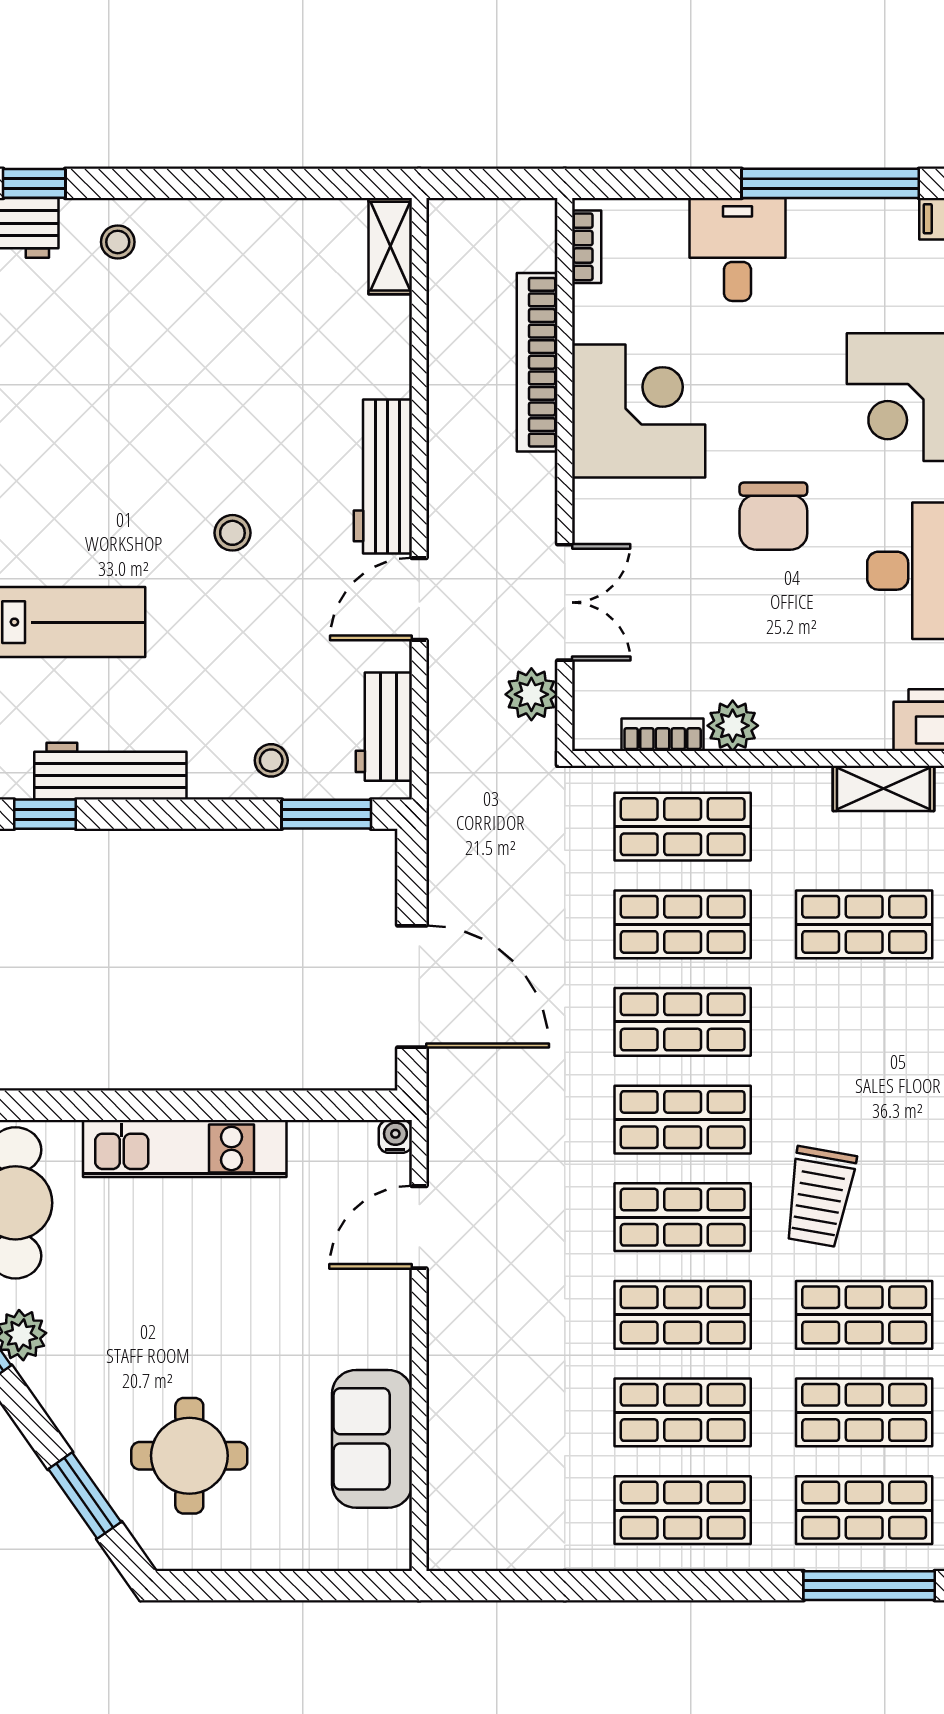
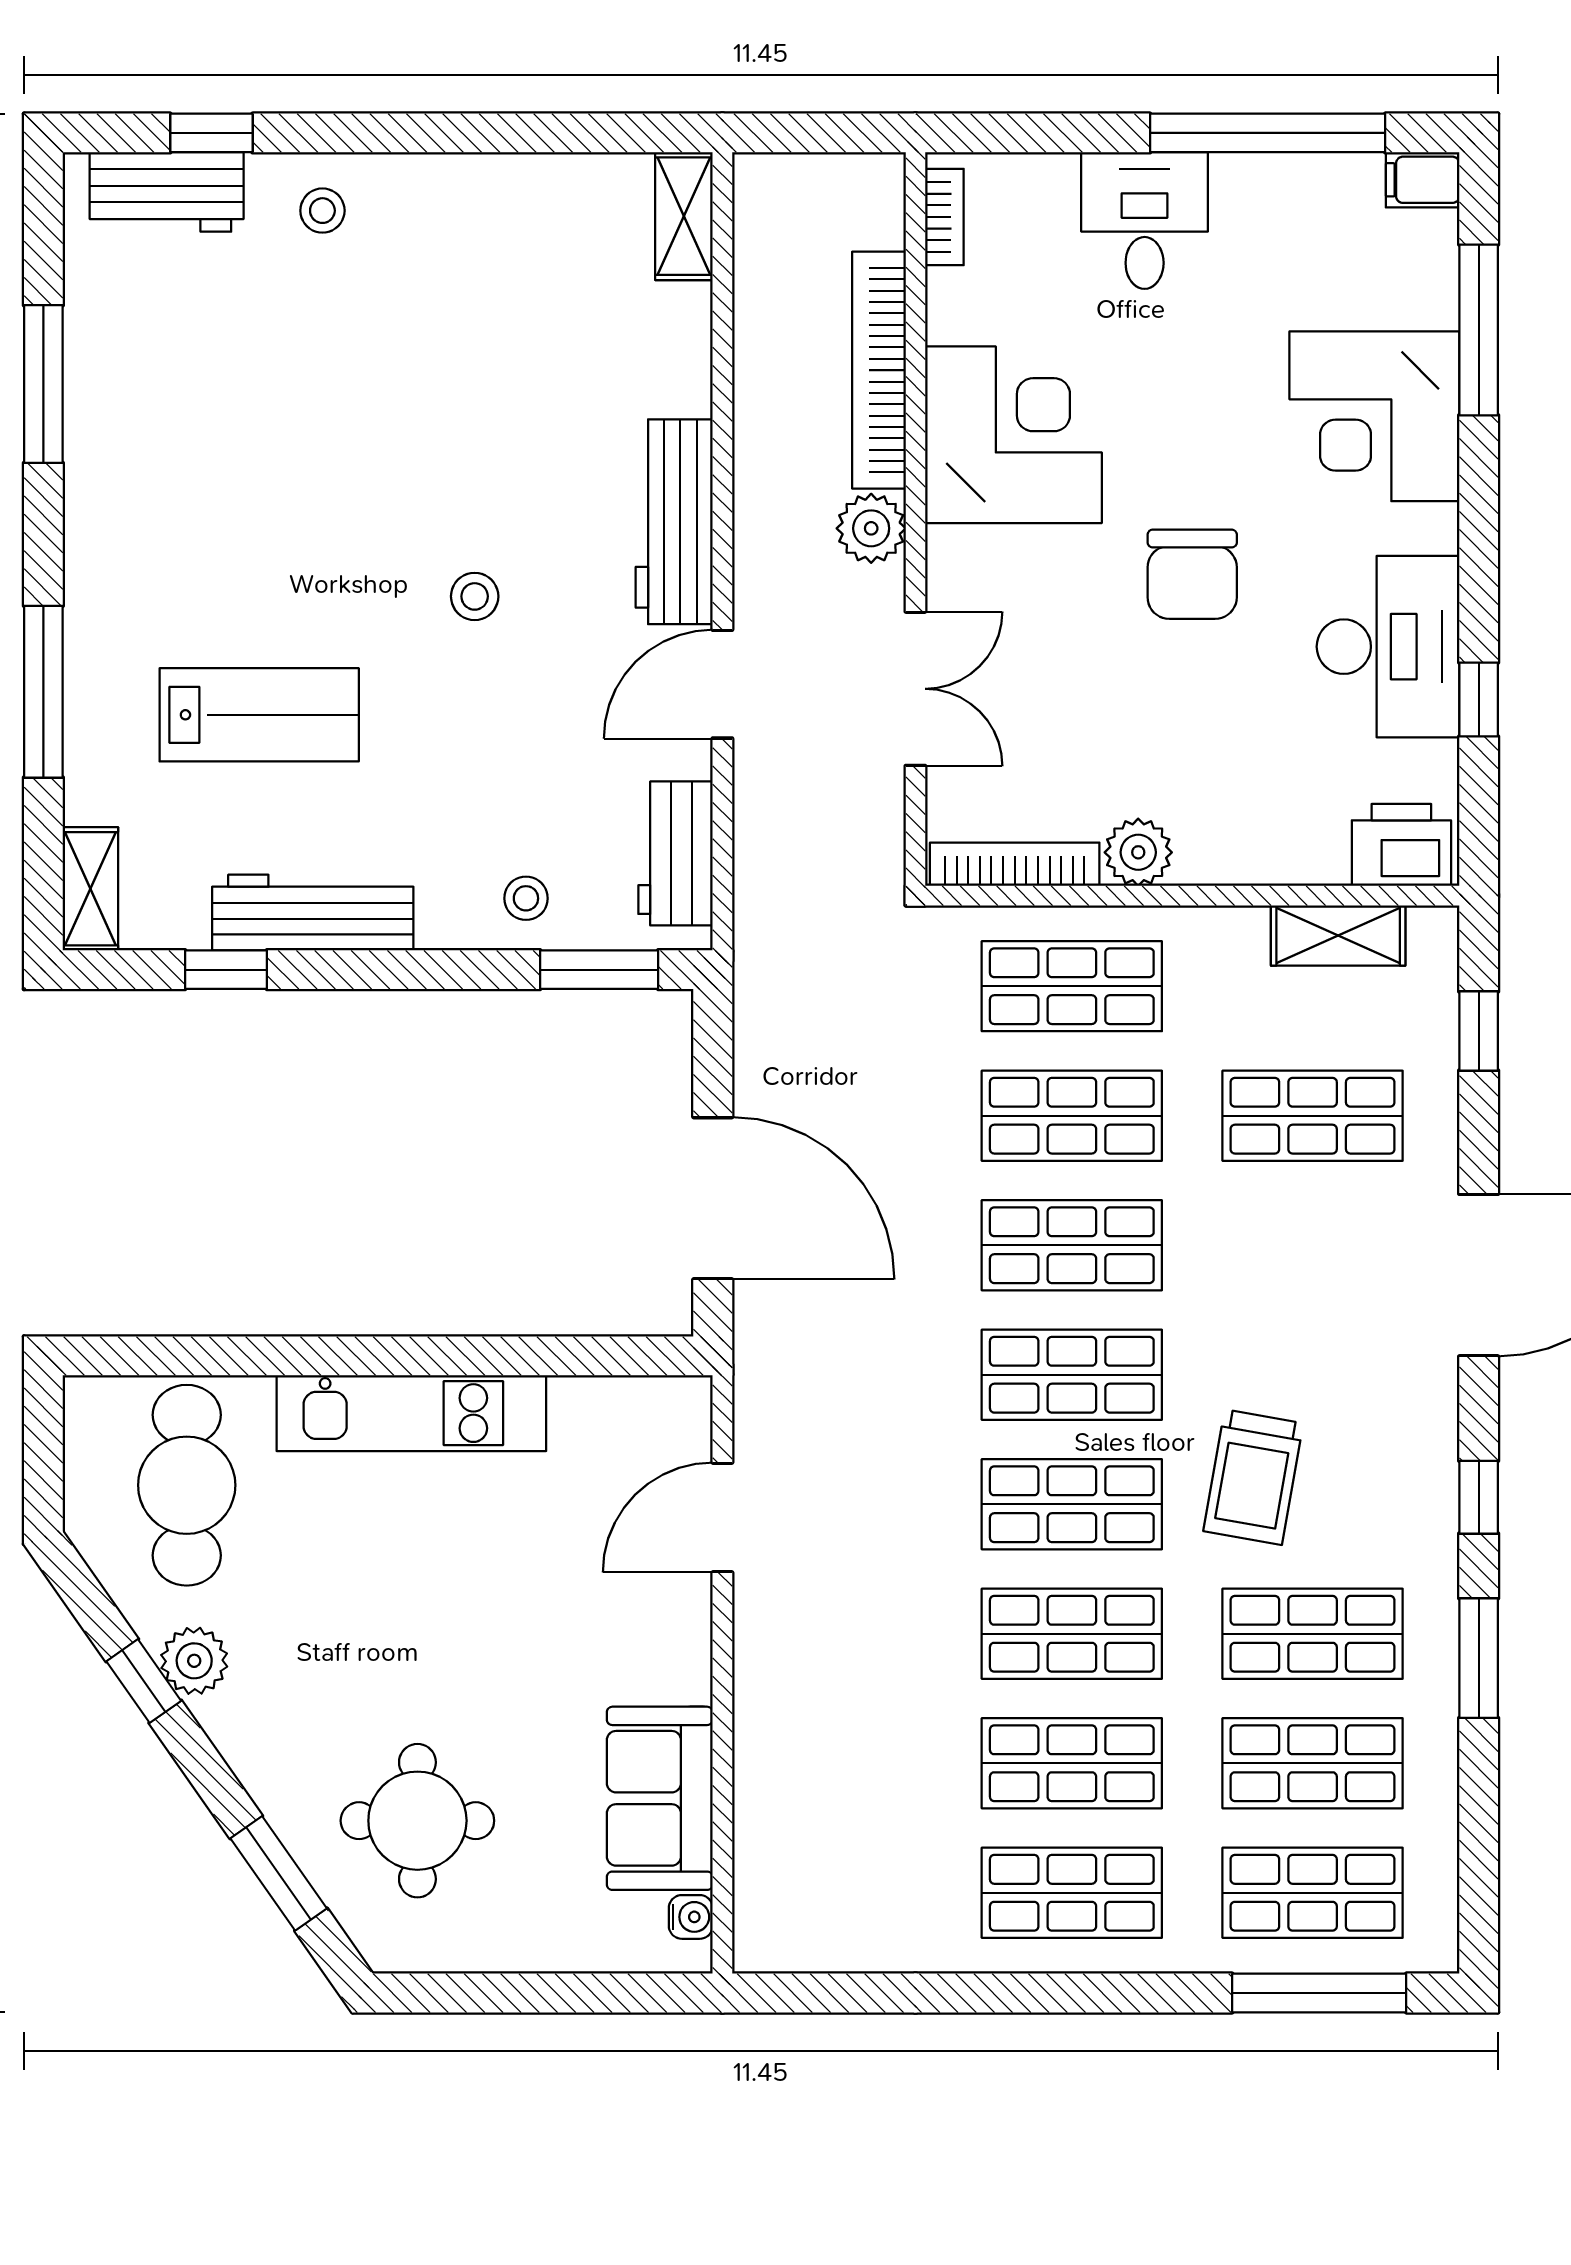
plant: (531, 694) -> (871, 528), moved
bookcase: (663, 735) -> (1015, 864), width x1.56
water cooler: (395, 1136) -> (691, 1917), moved, turned 90

